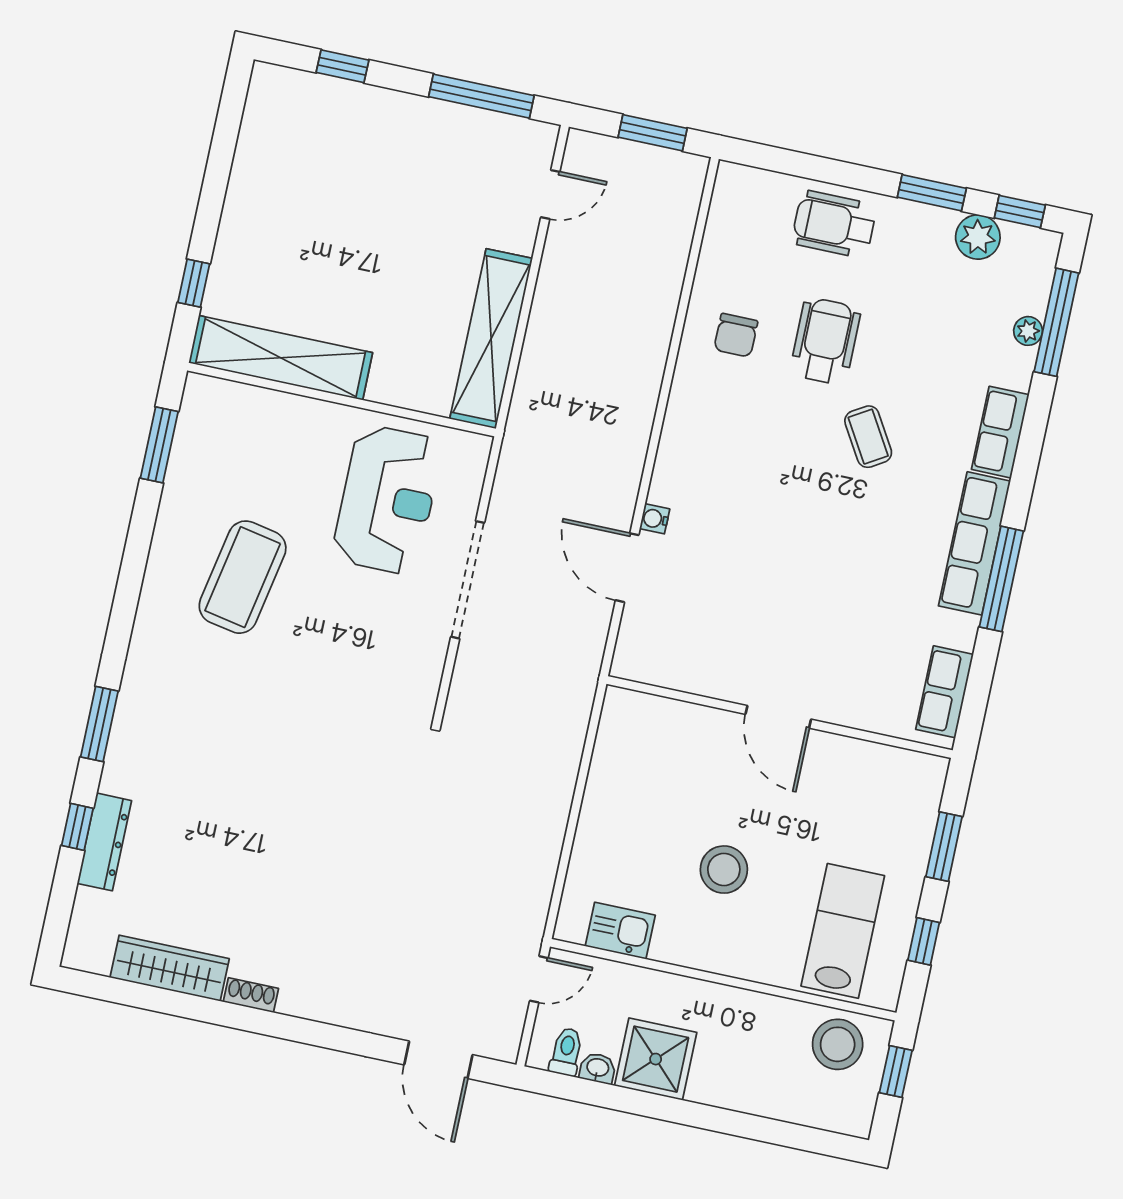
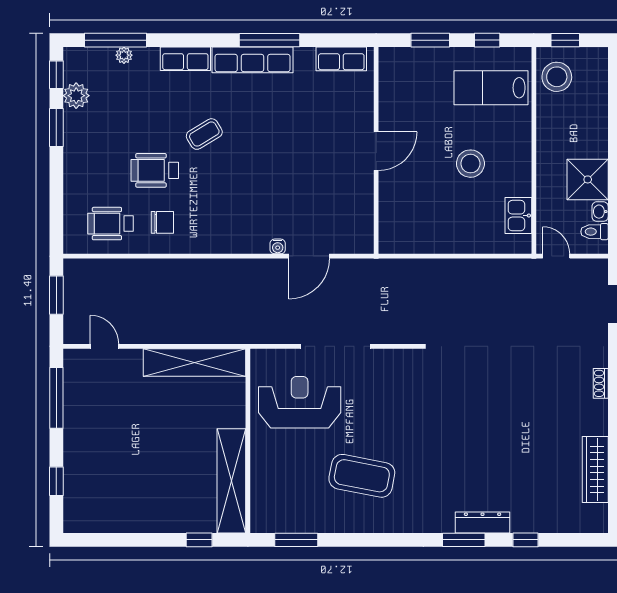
wheelchair: (834, 224) -> (111, 224), moved, turned 90
dresser: (104, 842) -> (483, 523), moved
shoe rack: (251, 995) -> (601, 383), moved

